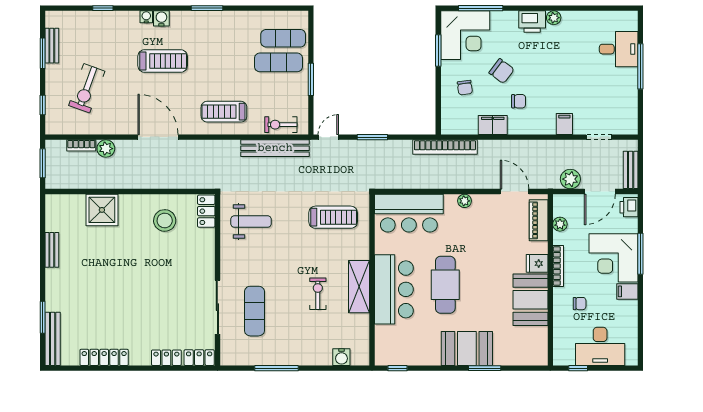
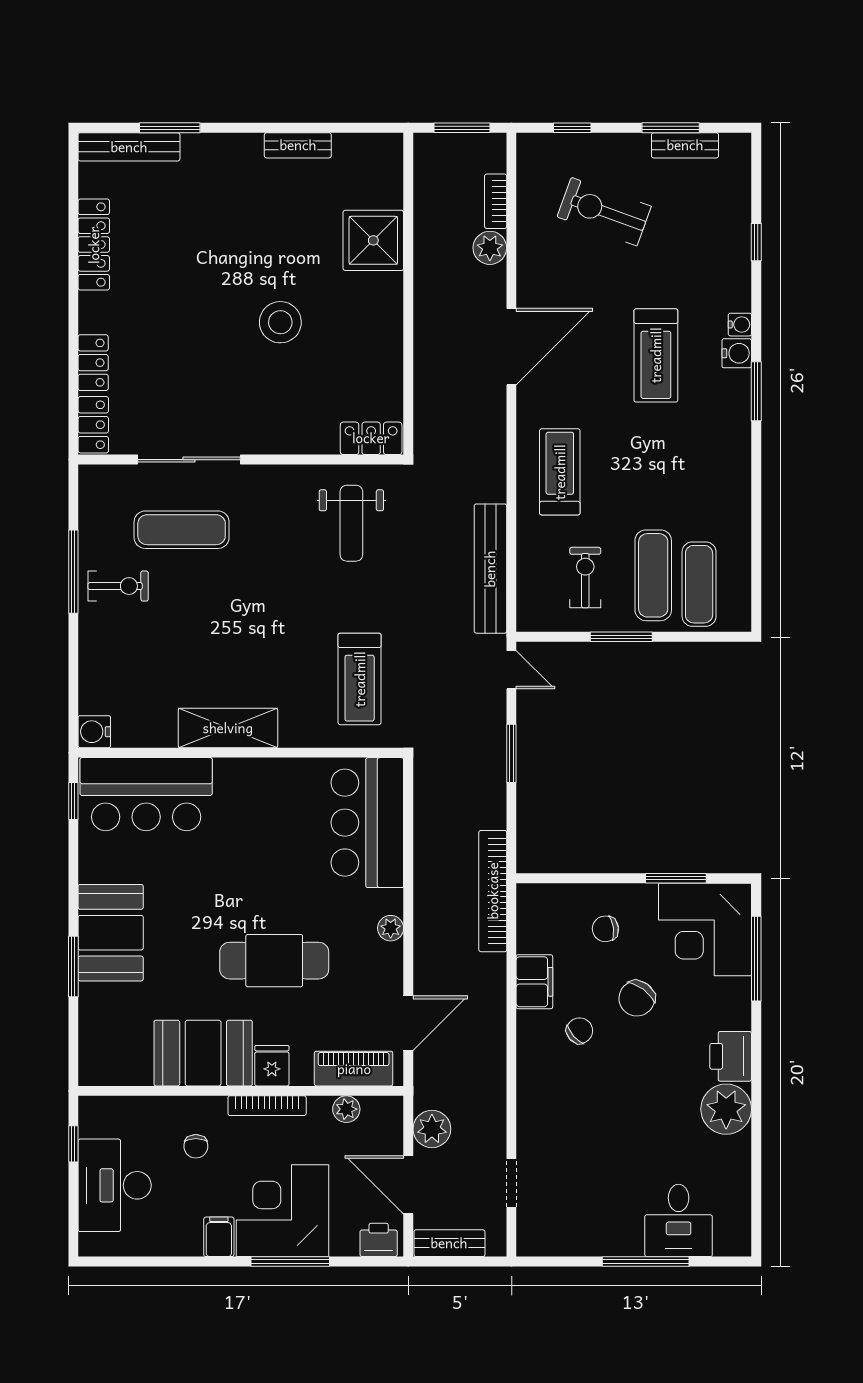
window: (207, 8) -> (756, 391), moved
plant: (554, 18) -> (726, 1109), width x1.88, depth x1.88
chair: (519, 101) -> (580, 1031), turned -131
filing cabinet: (564, 124) -> (536, 1118), removed
exercise bike: (281, 125) -> (585, 578), moved
stool: (165, 220) -> (280, 322), moved
cafe table: (445, 285) -> (274, 961), moved
bar counter: (394, 289) -> (146, 794), moved
exercise bike: (318, 294) -> (118, 586), moved
water cooler: (341, 357) -> (94, 732), moved

